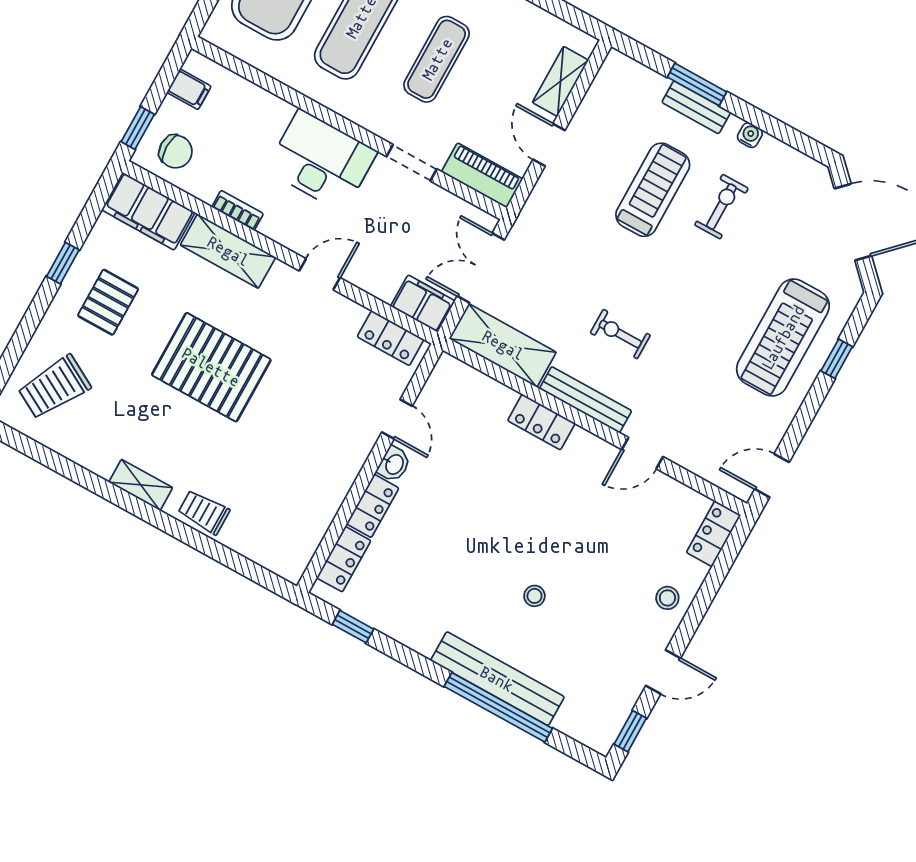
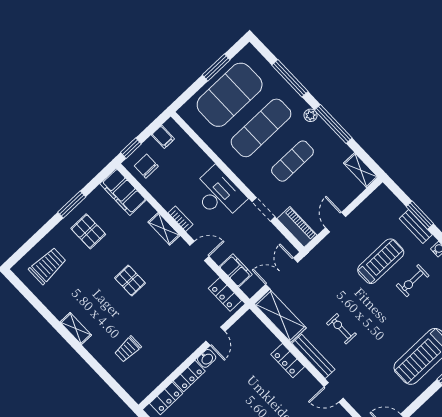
shelving: (560, 81) -> (361, 170), moved, turned 90
chair: (176, 152) -> (146, 166), turned 180
exercise bike: (721, 207) -> (413, 281), turned 180
bookcase: (238, 210) -> (181, 219), moved
shelving: (228, 251) -> (164, 229), width x0.67, depth x0.75
window: (63, 263) -> (72, 204), width x1.50
pallet: (108, 302) -> (88, 231), turned 90
filing cabinet: (423, 304) -> (236, 270), moved
pallet: (211, 367) -> (130, 281), width x0.49, depth x0.50
trolley: (54, 387) -> (48, 266), turned 151
trolley: (204, 512) -> (128, 349), moved, turned -90

